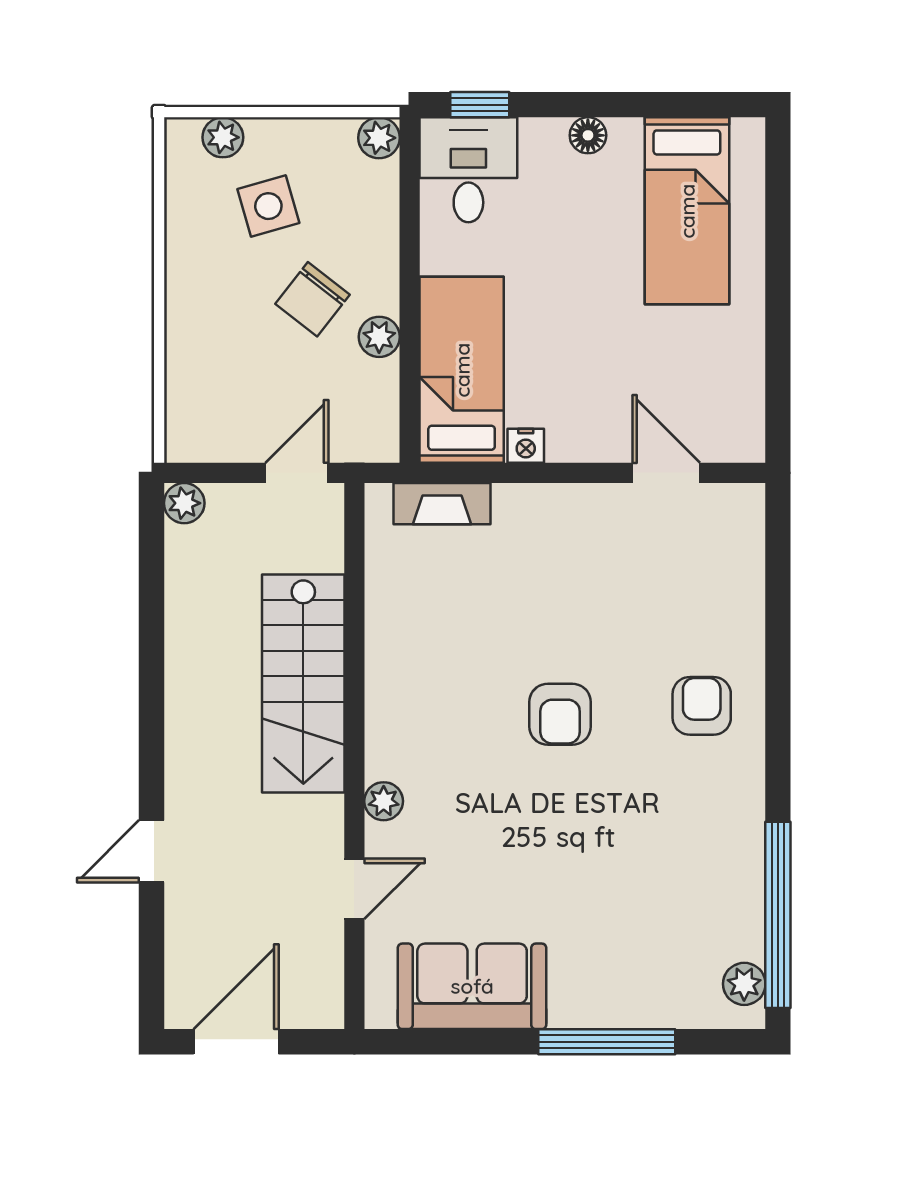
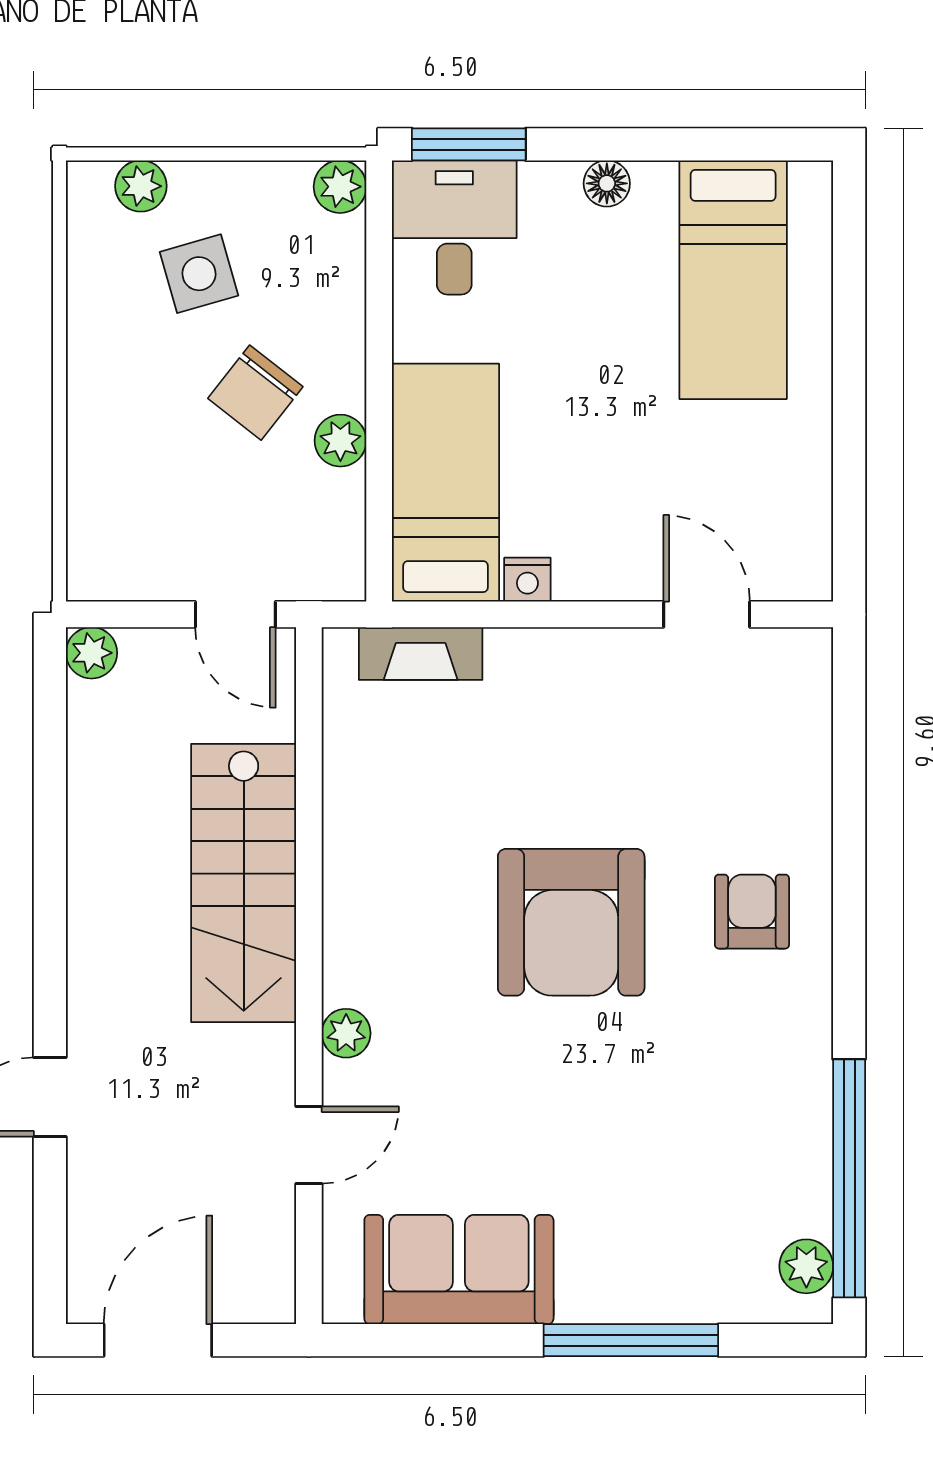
window: (480, 105) -> (469, 144), width x1.50
door: (297, 473) -> (235, 614), swing flipped
armchair: (560, 714) -> (571, 922), width x1.88, depth x1.88

